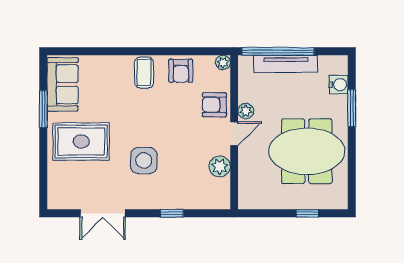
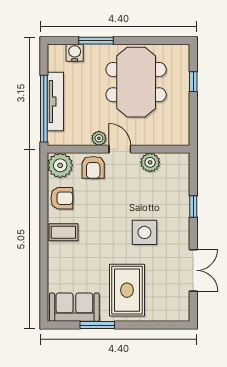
plant: (223, 63) -> (60, 165), width x1.88, depth x1.88

